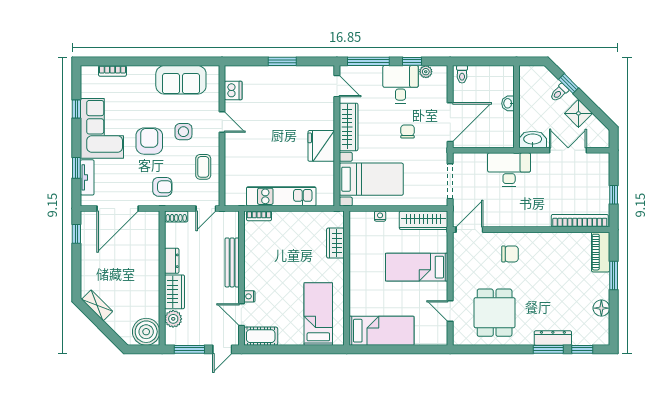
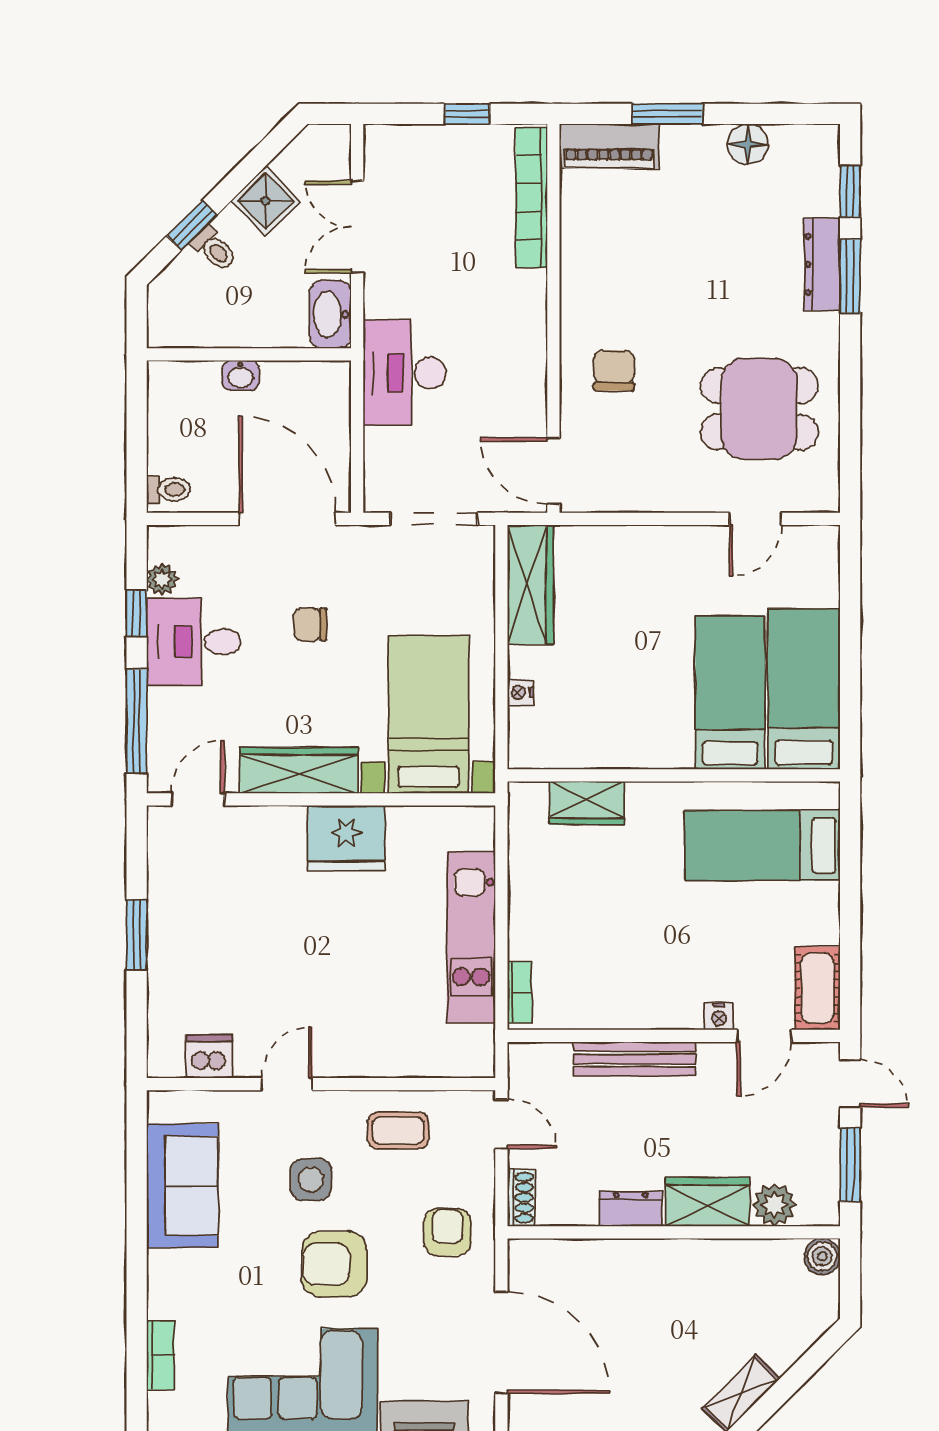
bed: (417, 267) -> (730, 693), moved, turned 180
boiler: (146, 332) -> (822, 1256), width x0.54, depth x0.54

